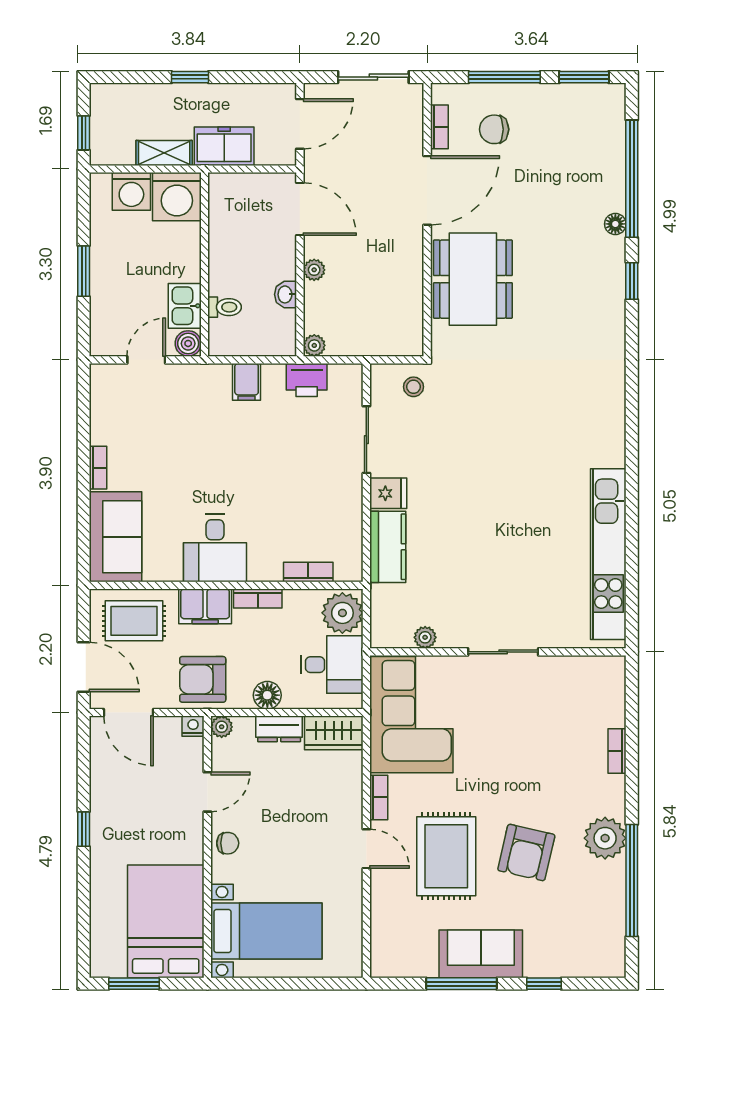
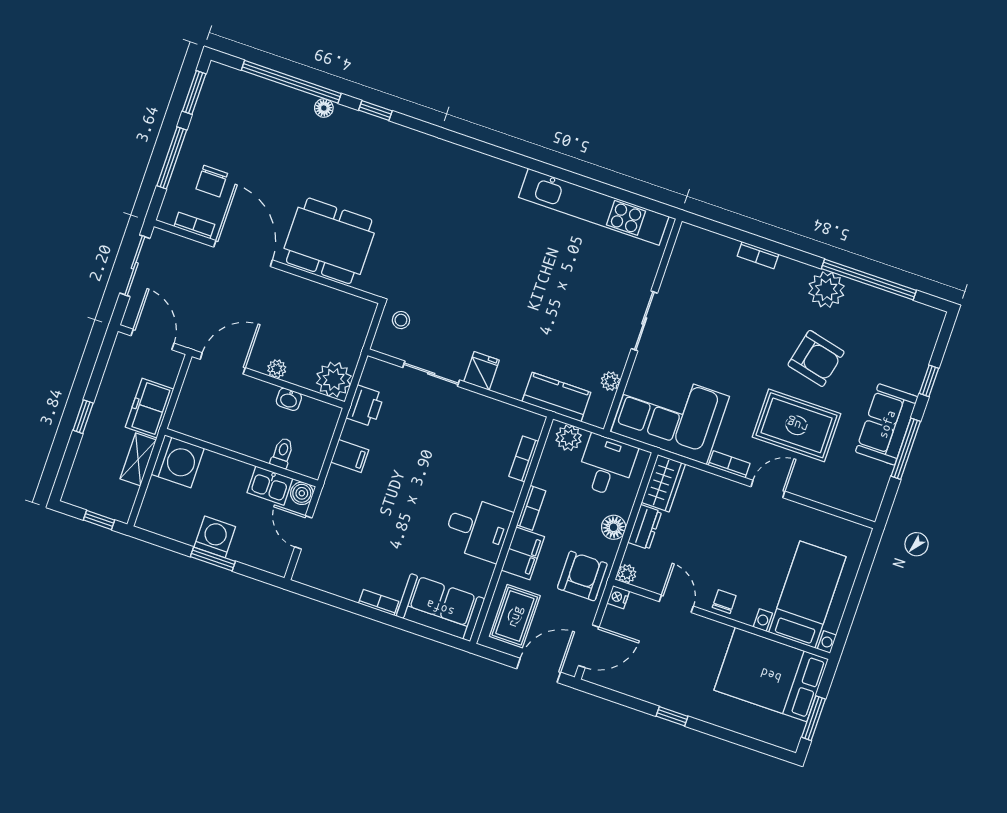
washing machine: (131, 191) -> (215, 537), moved, turned -90
plant: (314, 345) -> (334, 379), width x1.88, depth x1.88
kitchen counter: (388, 547) -> (556, 397), moved
plant: (342, 613) -> (569, 438), width x0.73, depth x0.73
armchair: (203, 679) -> (582, 576), turned 180

